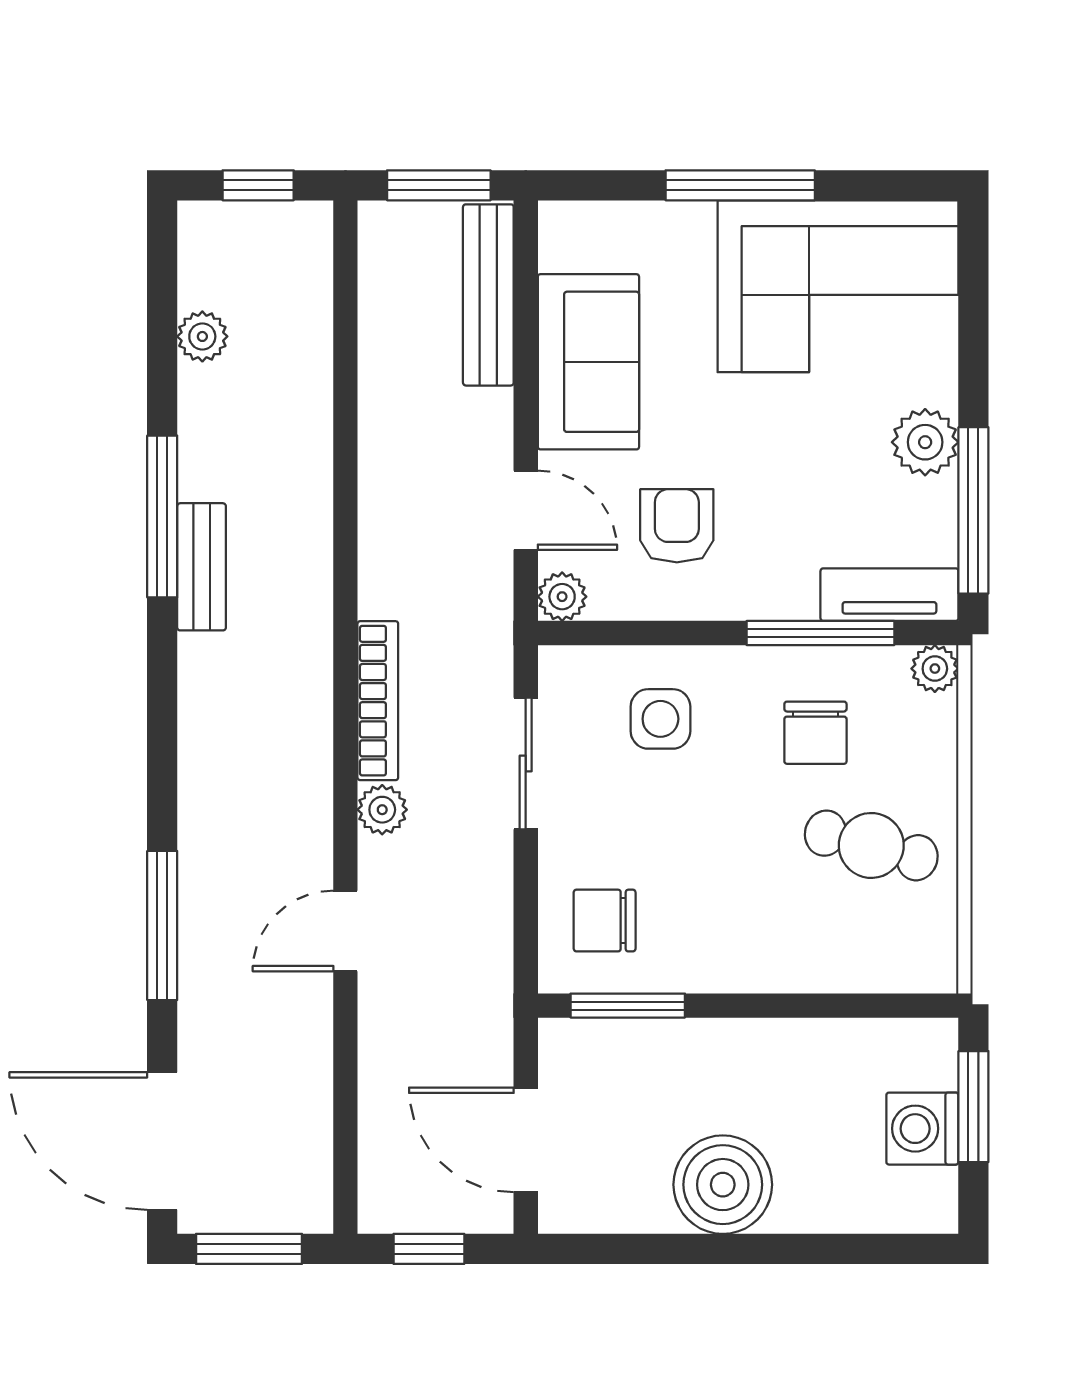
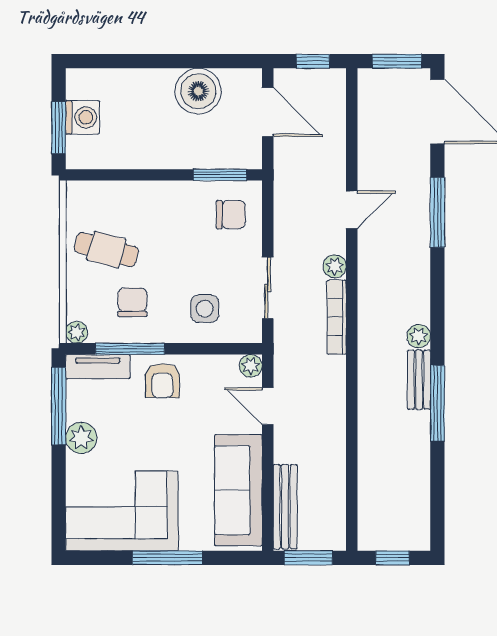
plant: (202, 336) -> (419, 336), moved
sofa: (588, 362) -> (238, 490), width x1.36
armchair: (677, 526) -> (162, 381), moved
boiler: (723, 1185) -> (198, 91), moved

